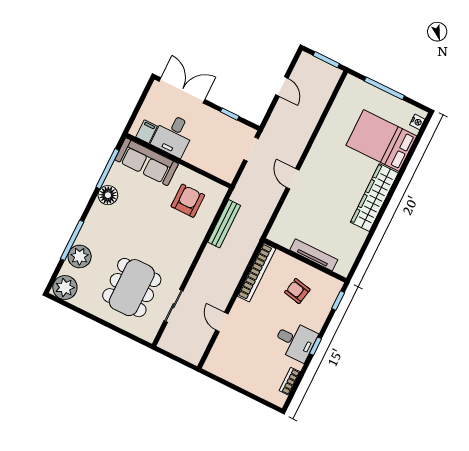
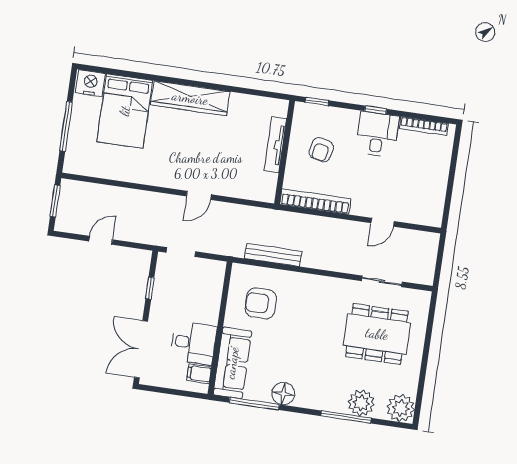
nightstand: (417, 122) -> (90, 83), width x1.89, depth x1.79
bookcase: (290, 381) -> (424, 126), width x1.56

